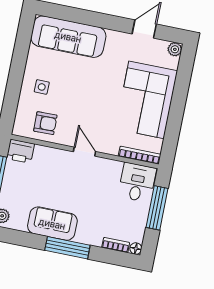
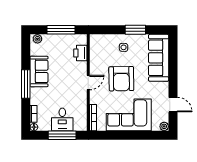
window: (19, 63) -> (135, 30), added
armchair: (45, 123) -> (121, 79), moved, width x1.88, depth x1.88
printer: (20, 151) -> (80, 53), moved
desk: (137, 182) -> (62, 119), moved, turned 90

